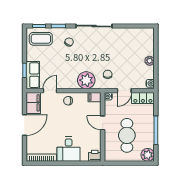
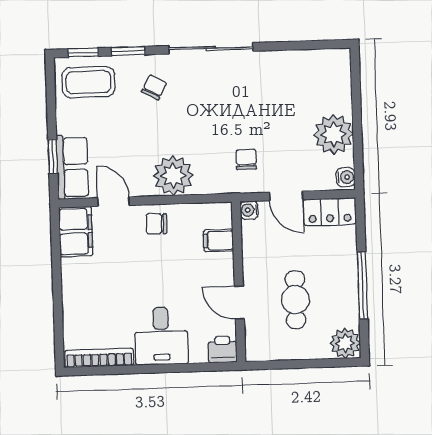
plant: (150, 61) -> (334, 134), width x1.88, depth x1.88
plant: (86, 80) -> (173, 176), moved
door: (50, 91) -> (113, 202), hinge flipped
door: (124, 91) -> (286, 196), hinge flipped
filing cabinet: (95, 97) -> (218, 240), moved
door: (103, 123) -> (239, 302), moved
door: (24, 125) -> (57, 284), removed
cafe table: (127, 135) -> (296, 300), width x0.73, depth x0.74

